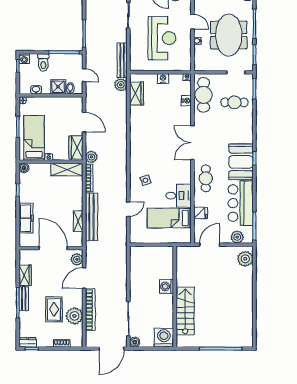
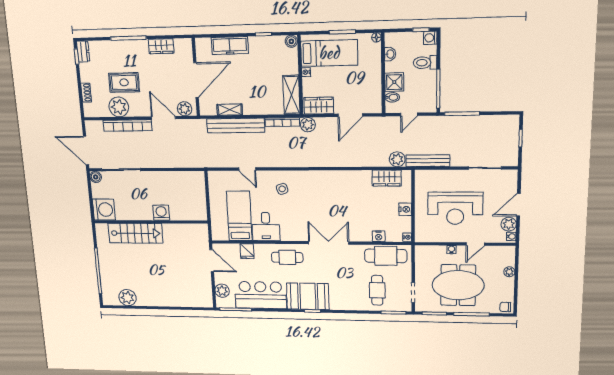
plant: (245, 259) -> (127, 298), moved
bench: (24, 299) -> (133, 45), removed

